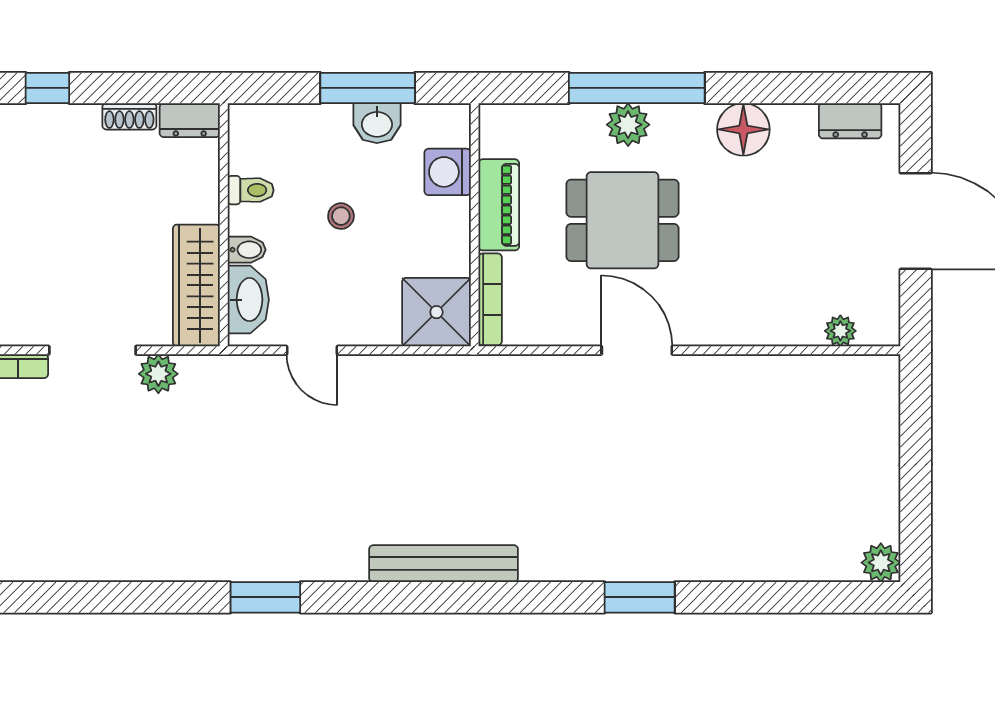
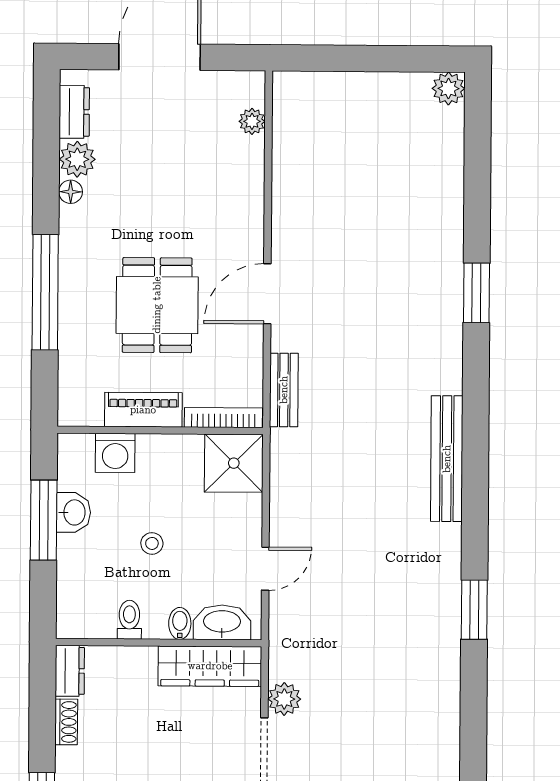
plant: (628, 125) -> (77, 159), moved
floor lamp: (743, 129) -> (71, 192), width x0.53, depth x0.53
bench: (523, 371) -> (284, 390), added

